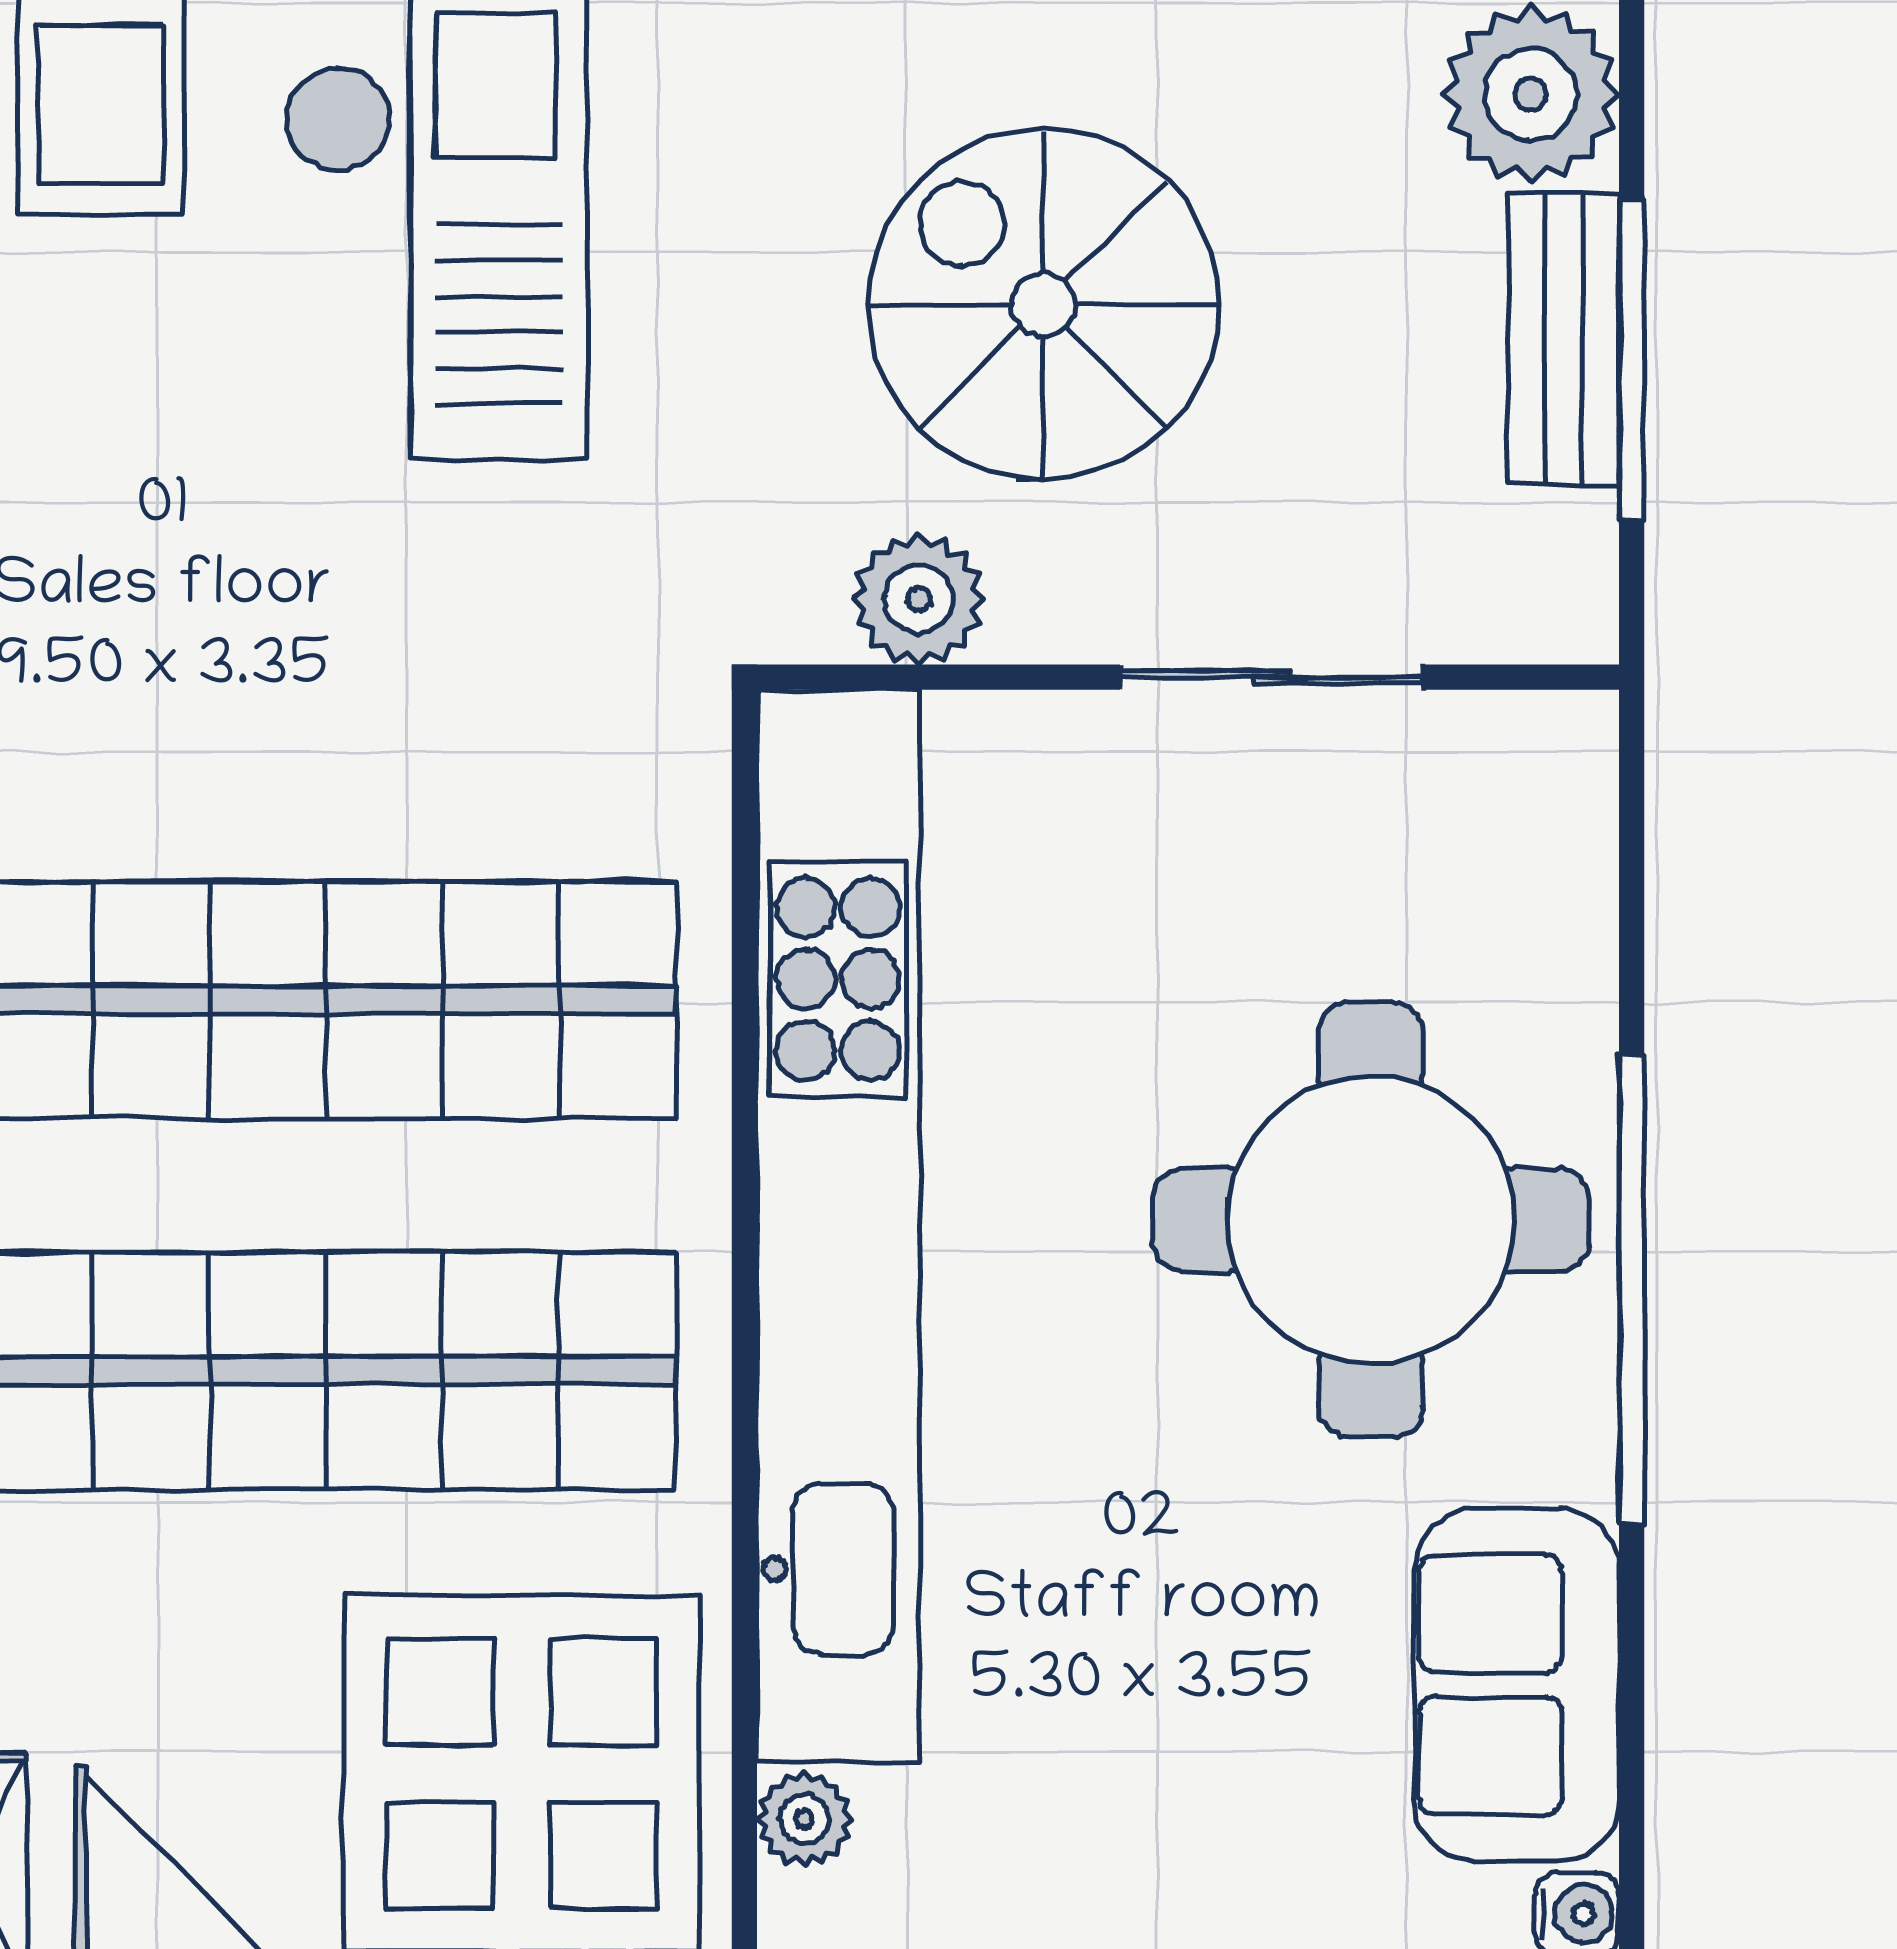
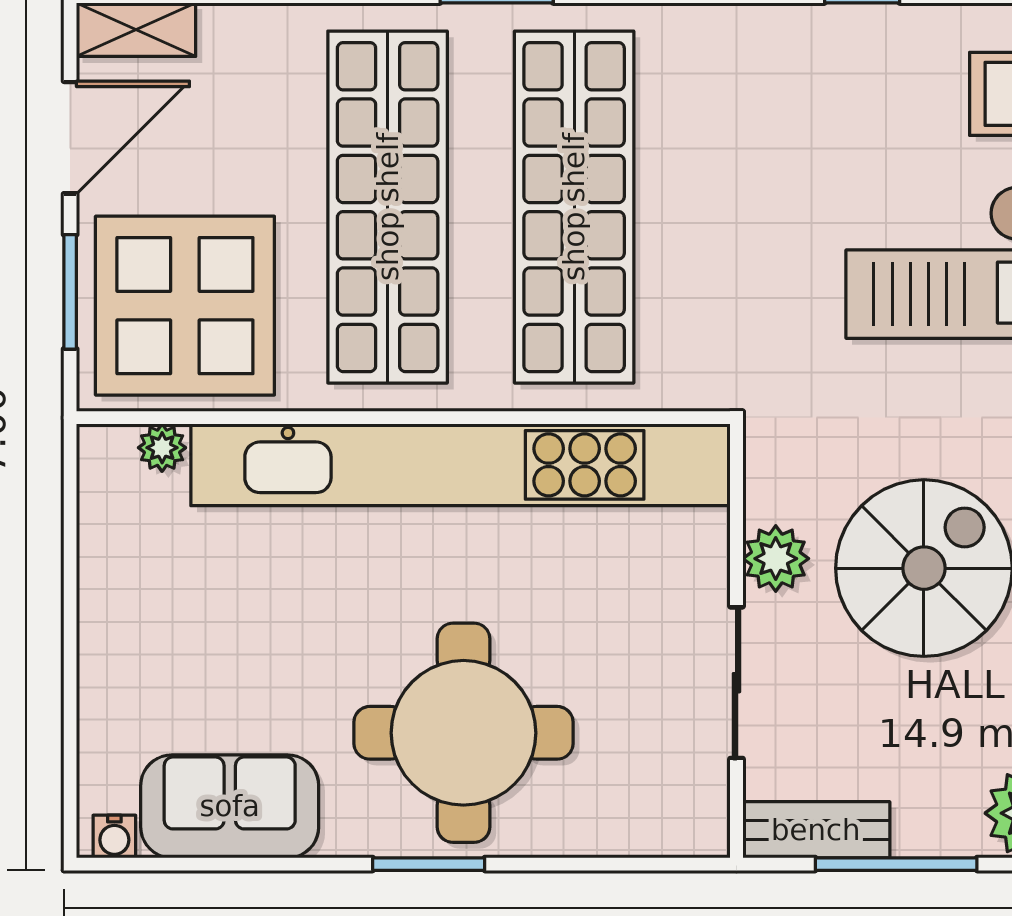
bench: (1563, 339) -> (816, 830), moved
plant: (919, 599) -> (776, 559), moved
window: (1632, 1289) -> (429, 864), width x0.47

